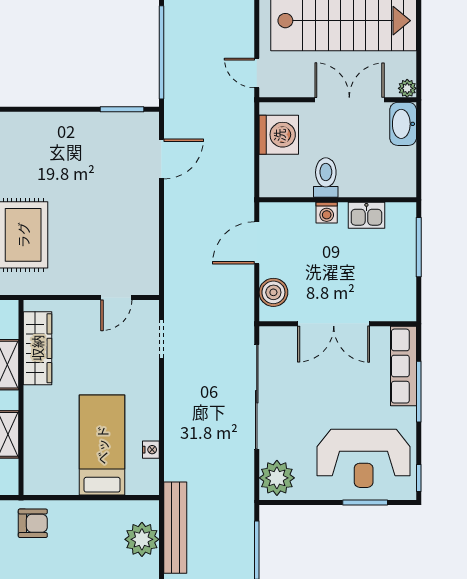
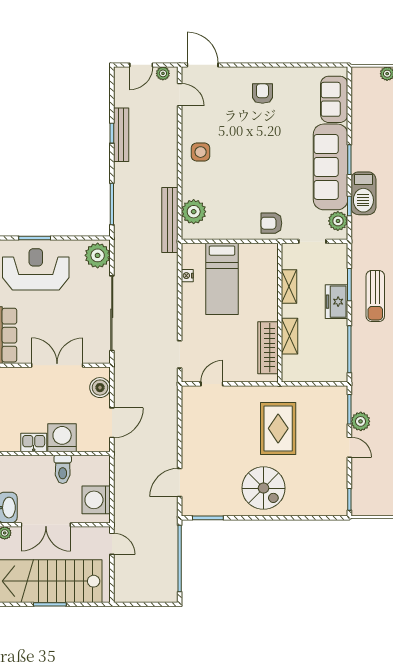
spiral stairs: (44, 151) -> (264, 488), added
washing machine: (327, 213) -> (62, 438), width x1.89, depth x1.89

